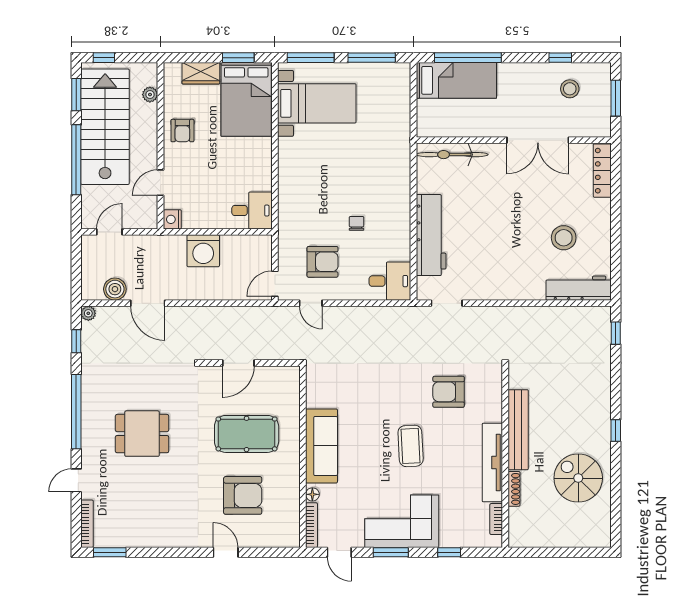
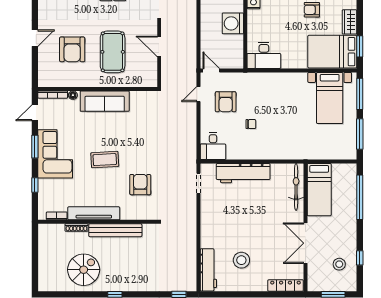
bed: (456, 80) -> (319, 190), moved
desk: (252, 211) -> (264, 55), width x1.37

